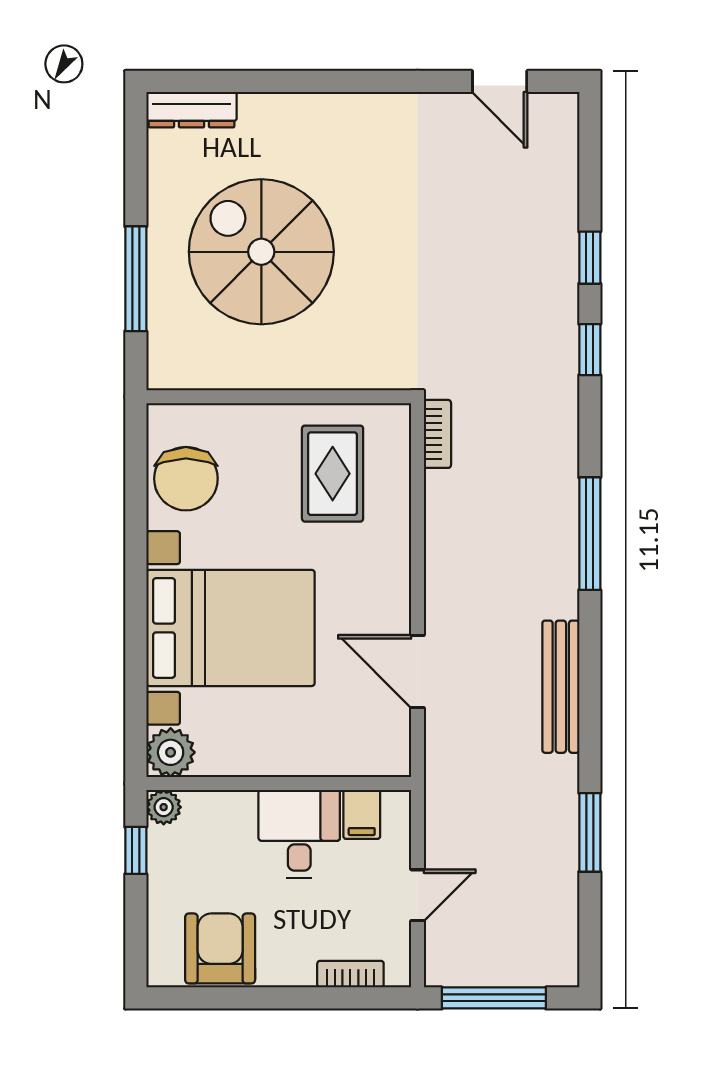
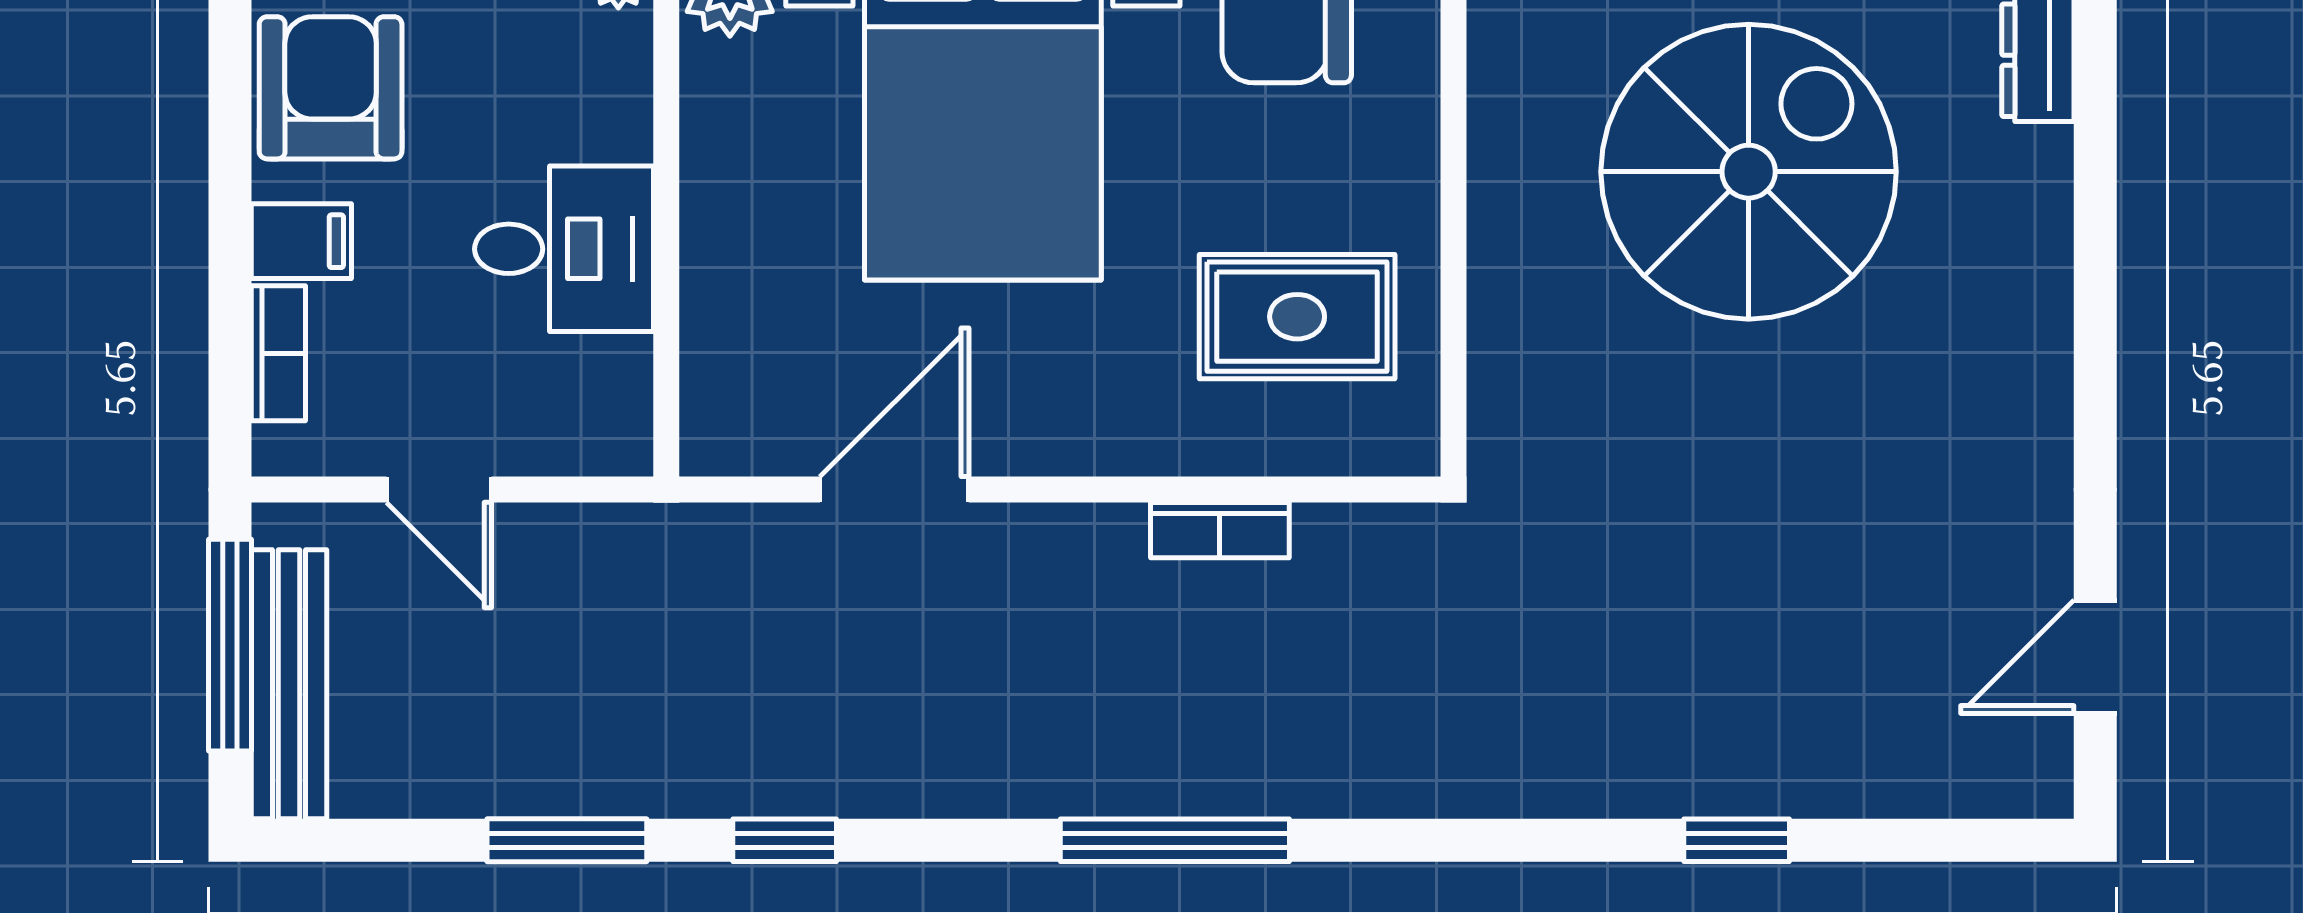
window: (590, 350) -> (785, 840), moved
bookcase: (437, 434) -> (1220, 530), moved
bench: (561, 687) -> (289, 684), moved, turned 90
filing cabinet: (362, 814) -> (301, 241), moved, turned 180
armchair: (220, 948) -> (331, 88), turned -90

